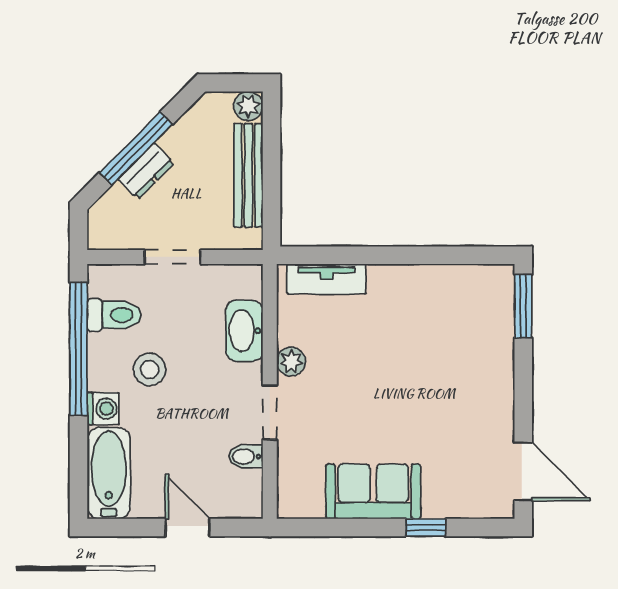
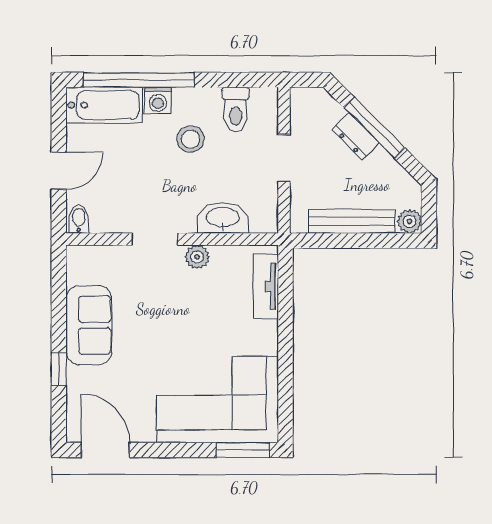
corner sofa: (463, 337) -> (218, 400), added
window: (79, 349) -> (139, 80), moved
bidet: (246, 456) -> (79, 219), moved
door: (523, 472) -> (105, 450), swing flipped

